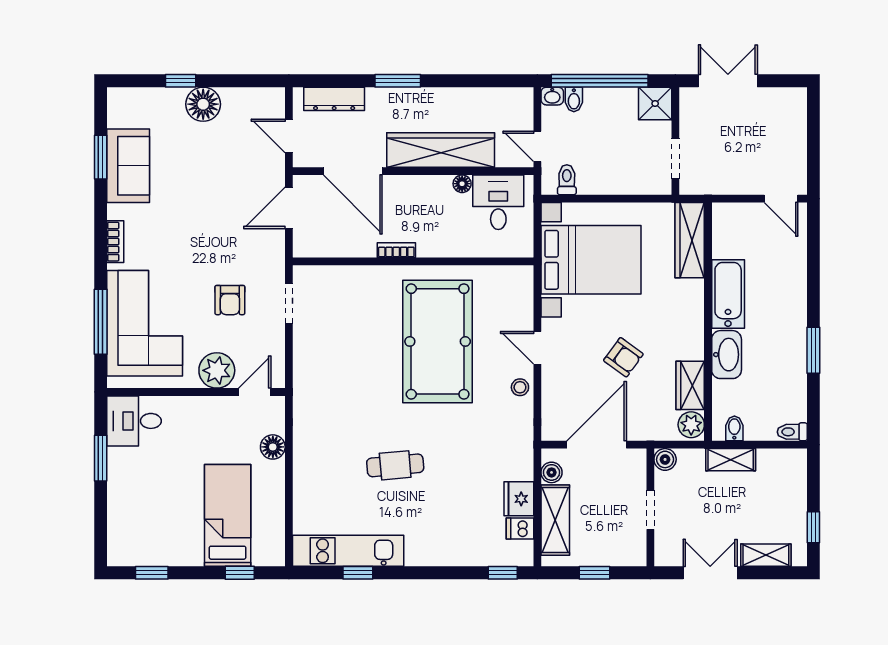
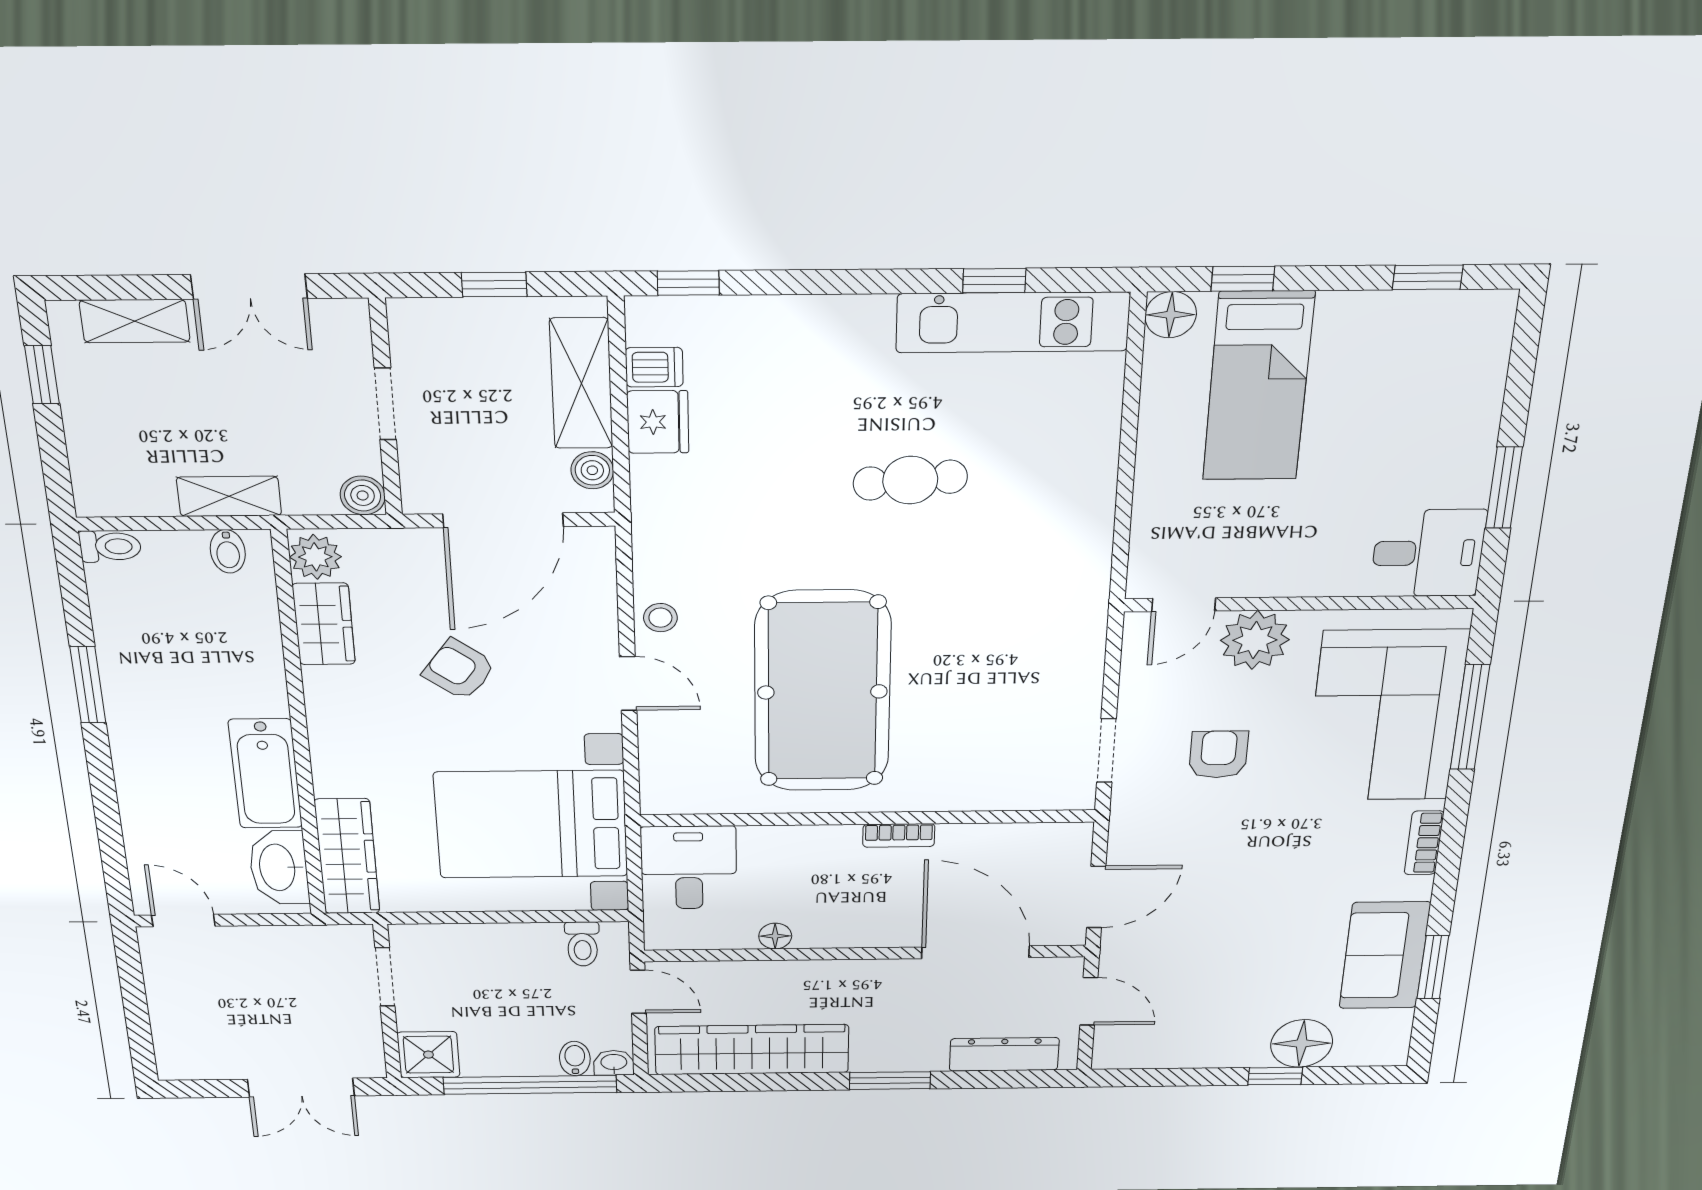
floor lamp: (203, 104) -> (1302, 1043), moved
wardrobe: (441, 150) -> (752, 1050), moved, turned 180
desk: (498, 202) -> (689, 868), moved, turned 180
washbasin: (727, 355) -> (279, 867), moved
floor lamp: (273, 447) -> (1171, 315), moved

